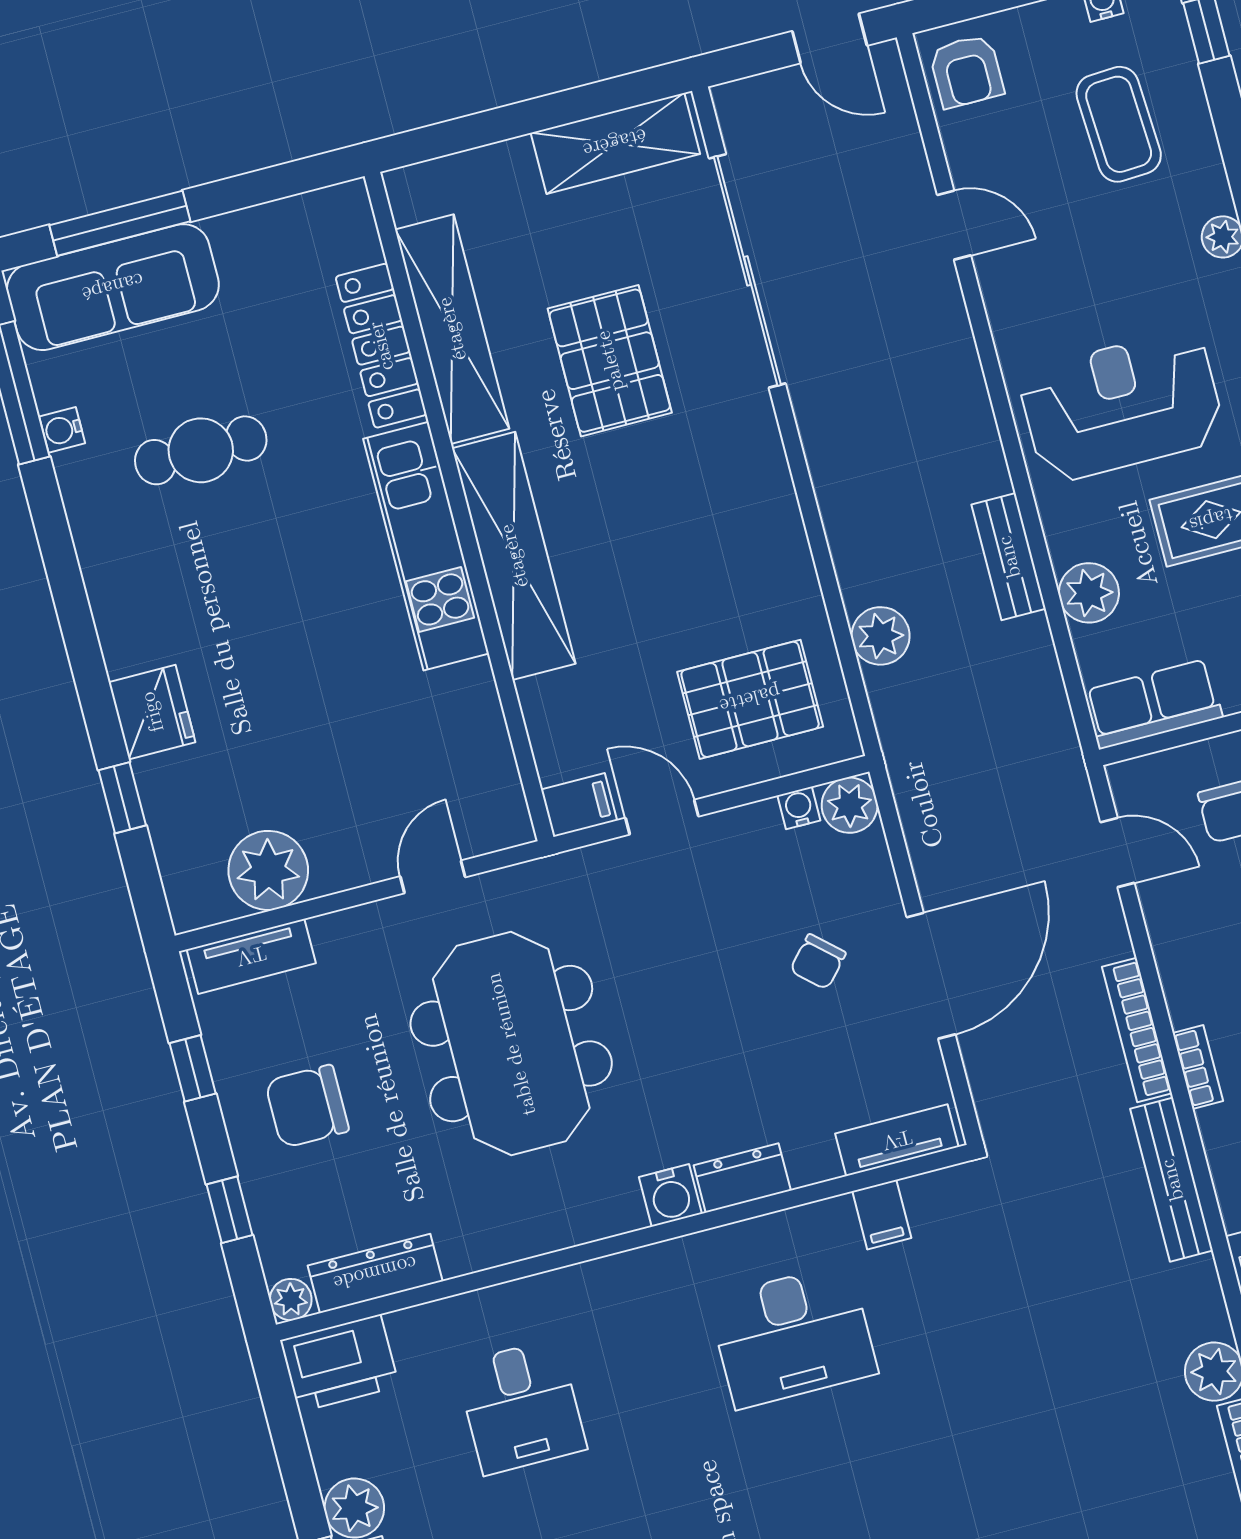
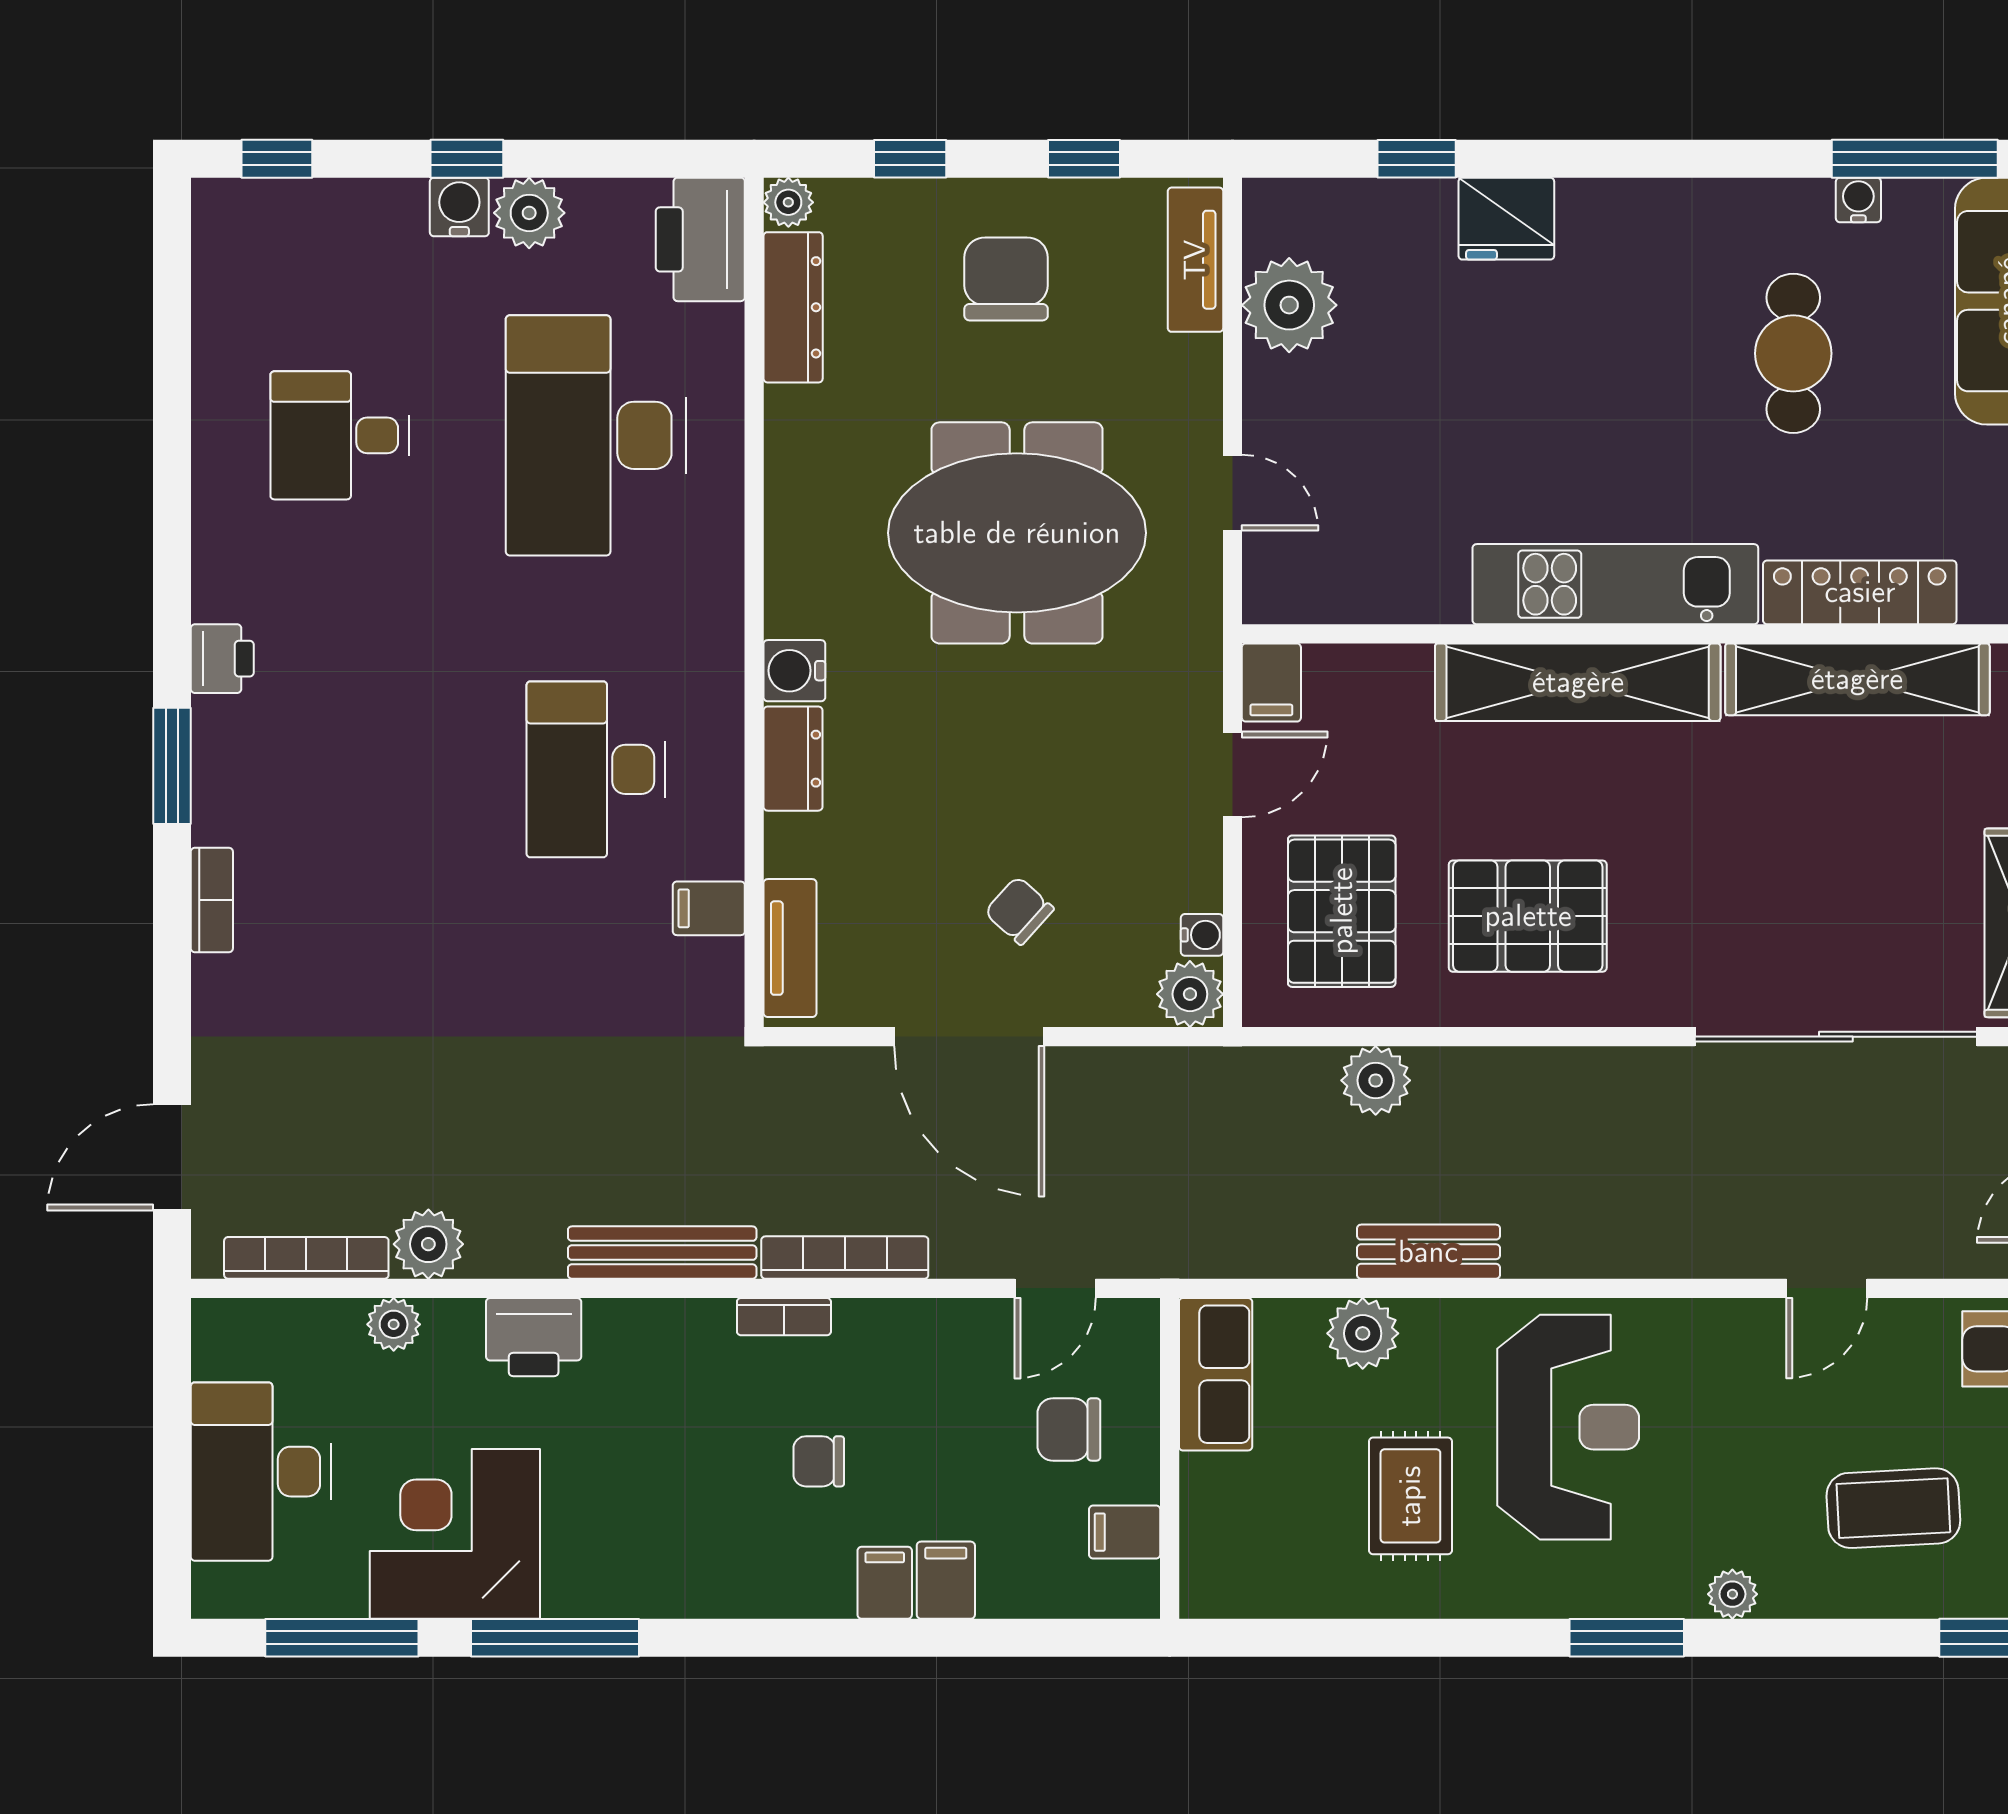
pallet: (610, 361) -> (1528, 916), moved
desk: (521, 1407) -> (596, 435), width x1.87, depth x1.30

